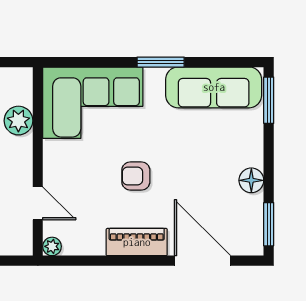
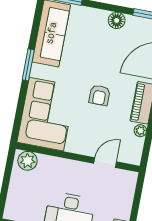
plant: (18, 121) -> (28, 161), moved
plant: (52, 246) -> (140, 131), moved

